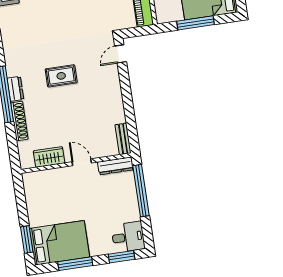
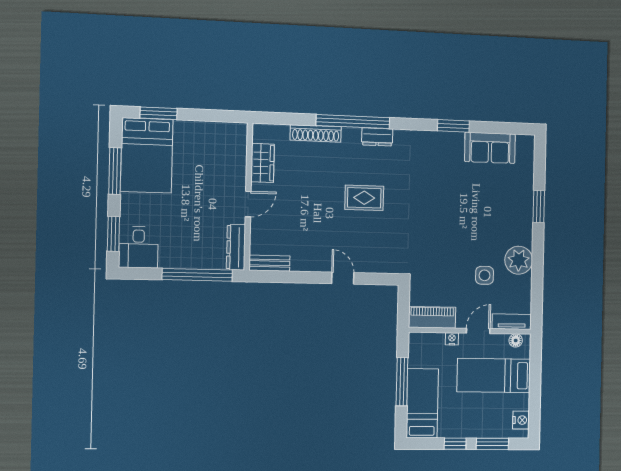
door: (121, 54) -> (343, 278), moved
rug: (61, 76) -> (364, 198), turned 90
dresser: (15, 89) -> (377, 137), moved

